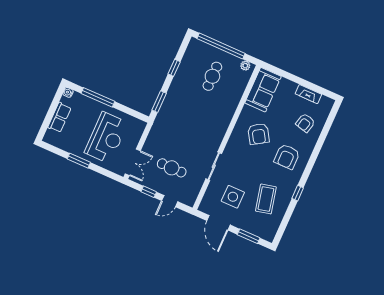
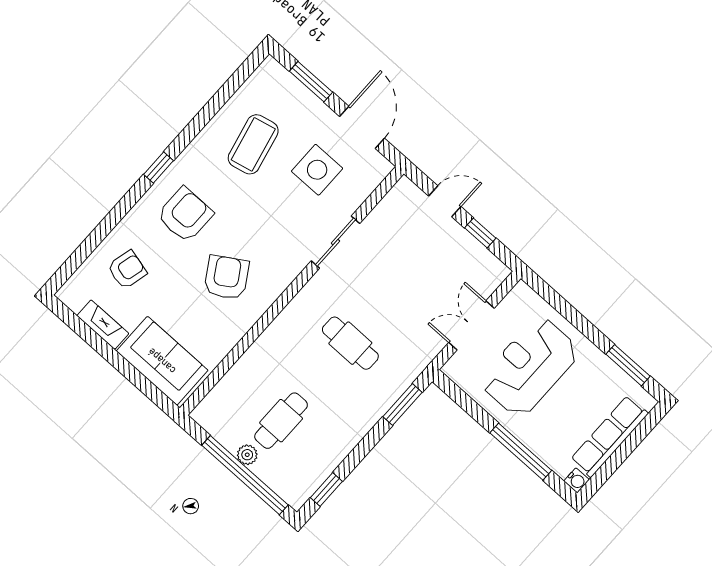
plant: (245, 66) -> (247, 455), moved
window: (174, 68) -> (326, 490), moved
sofa: (263, 90) -> (162, 361), moved, turned 90
row of seats: (59, 117) -> (609, 436), width x1.48
window: (79, 161) -> (628, 365), moved
double door: (133, 162) -> (472, 325), moved
cafe table: (172, 168) -> (350, 343), moved
window: (298, 193) -> (158, 167), moved

